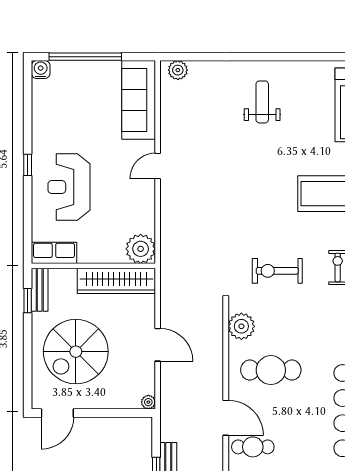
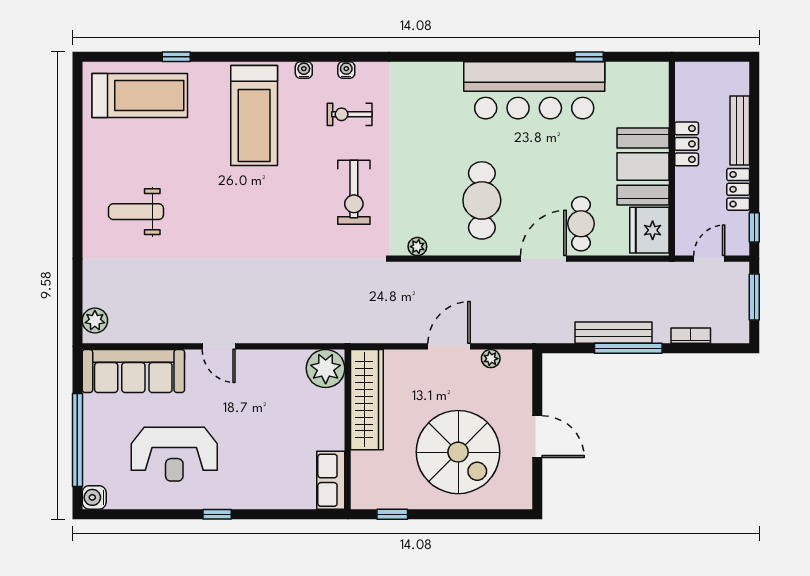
reception desk: (69, 187) -> (174, 454), moved
bench: (40, 290) -> (378, 499), removed
plant: (241, 326) -> (417, 247), width x0.53, depth x0.53
plant: (148, 402) -> (491, 359), moved
door: (57, 413) -> (537, 437), moved

